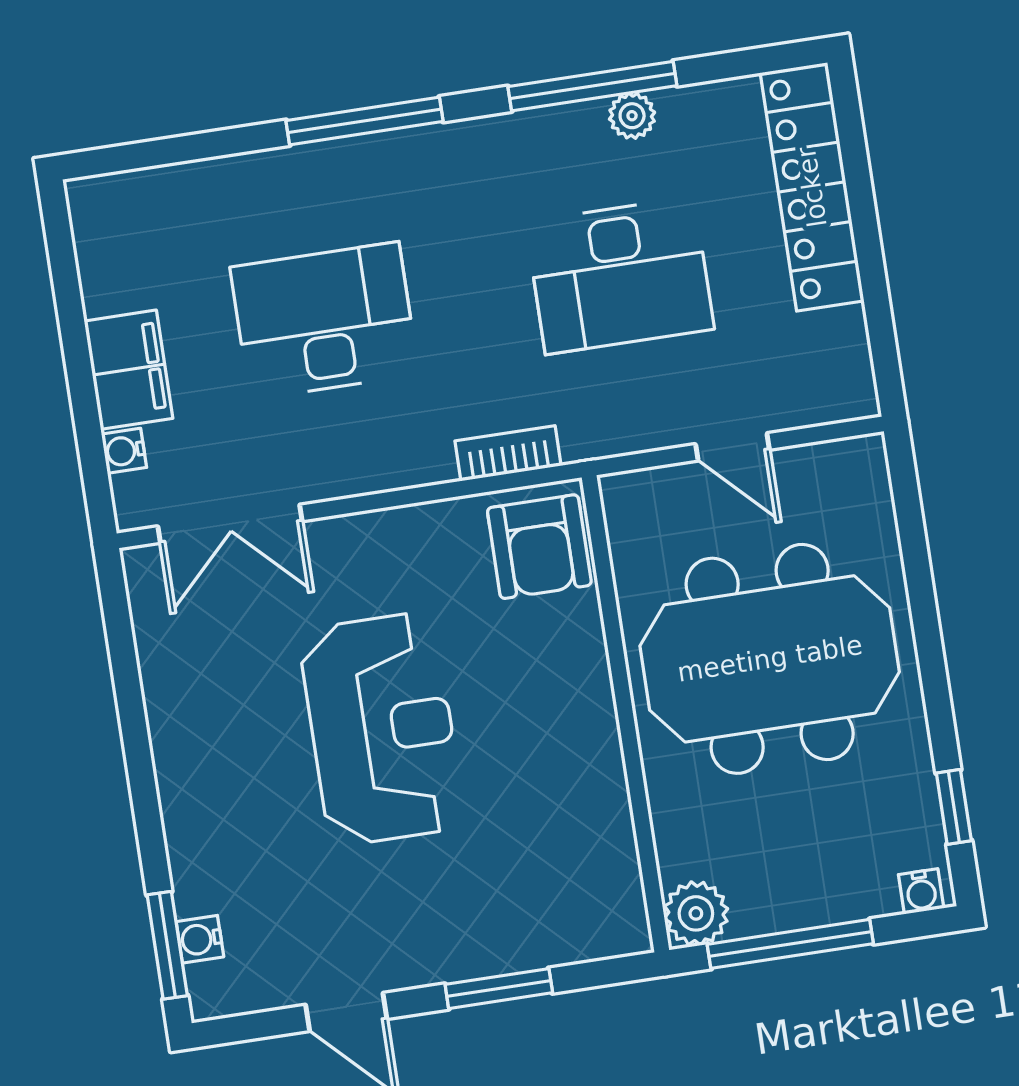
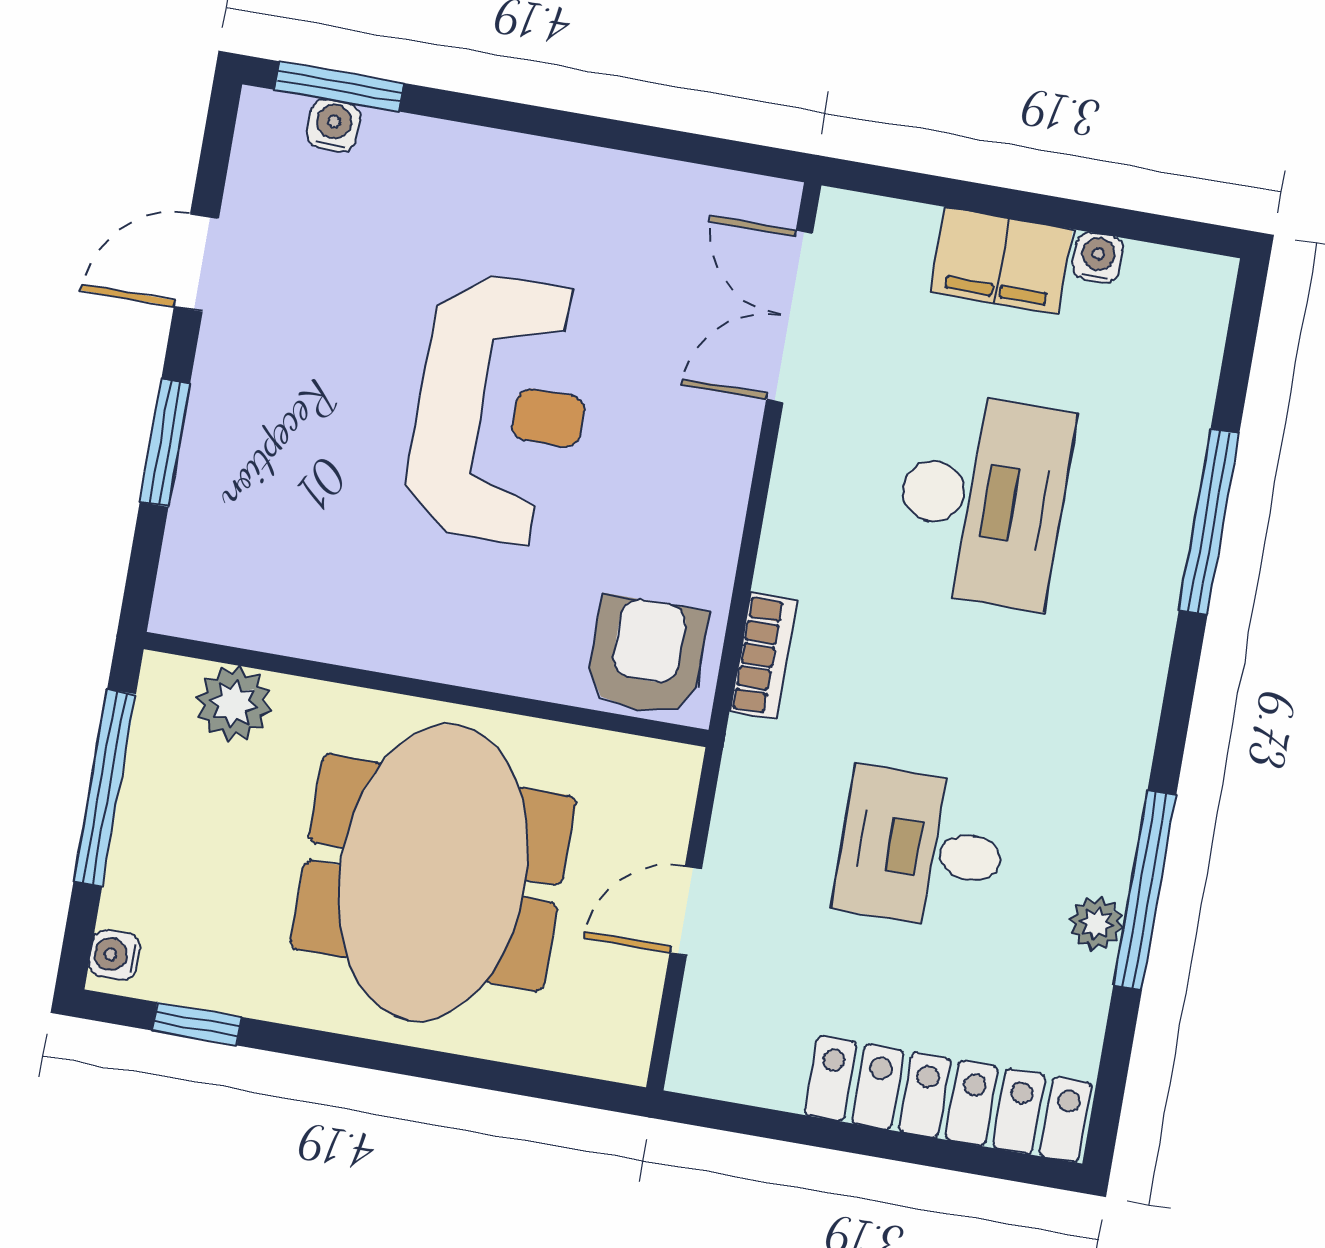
window: (364, 121) -> (1209, 522), moved
desk: (620, 275) -> (921, 849), width x0.73
water cooler: (124, 451) -> (1098, 257), moved
armchair: (539, 547) -> (647, 656), turned 90
reception desk: (382, 729) -> (501, 410), turned -90
plant: (696, 913) -> (234, 704), moved

